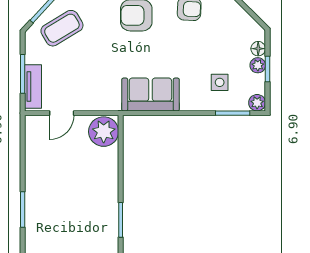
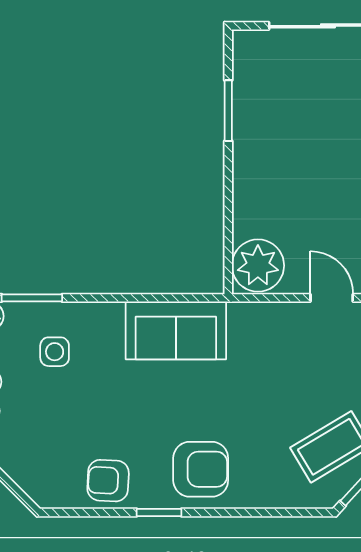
door: (62, 113) -> (332, 298), hinge flipped

